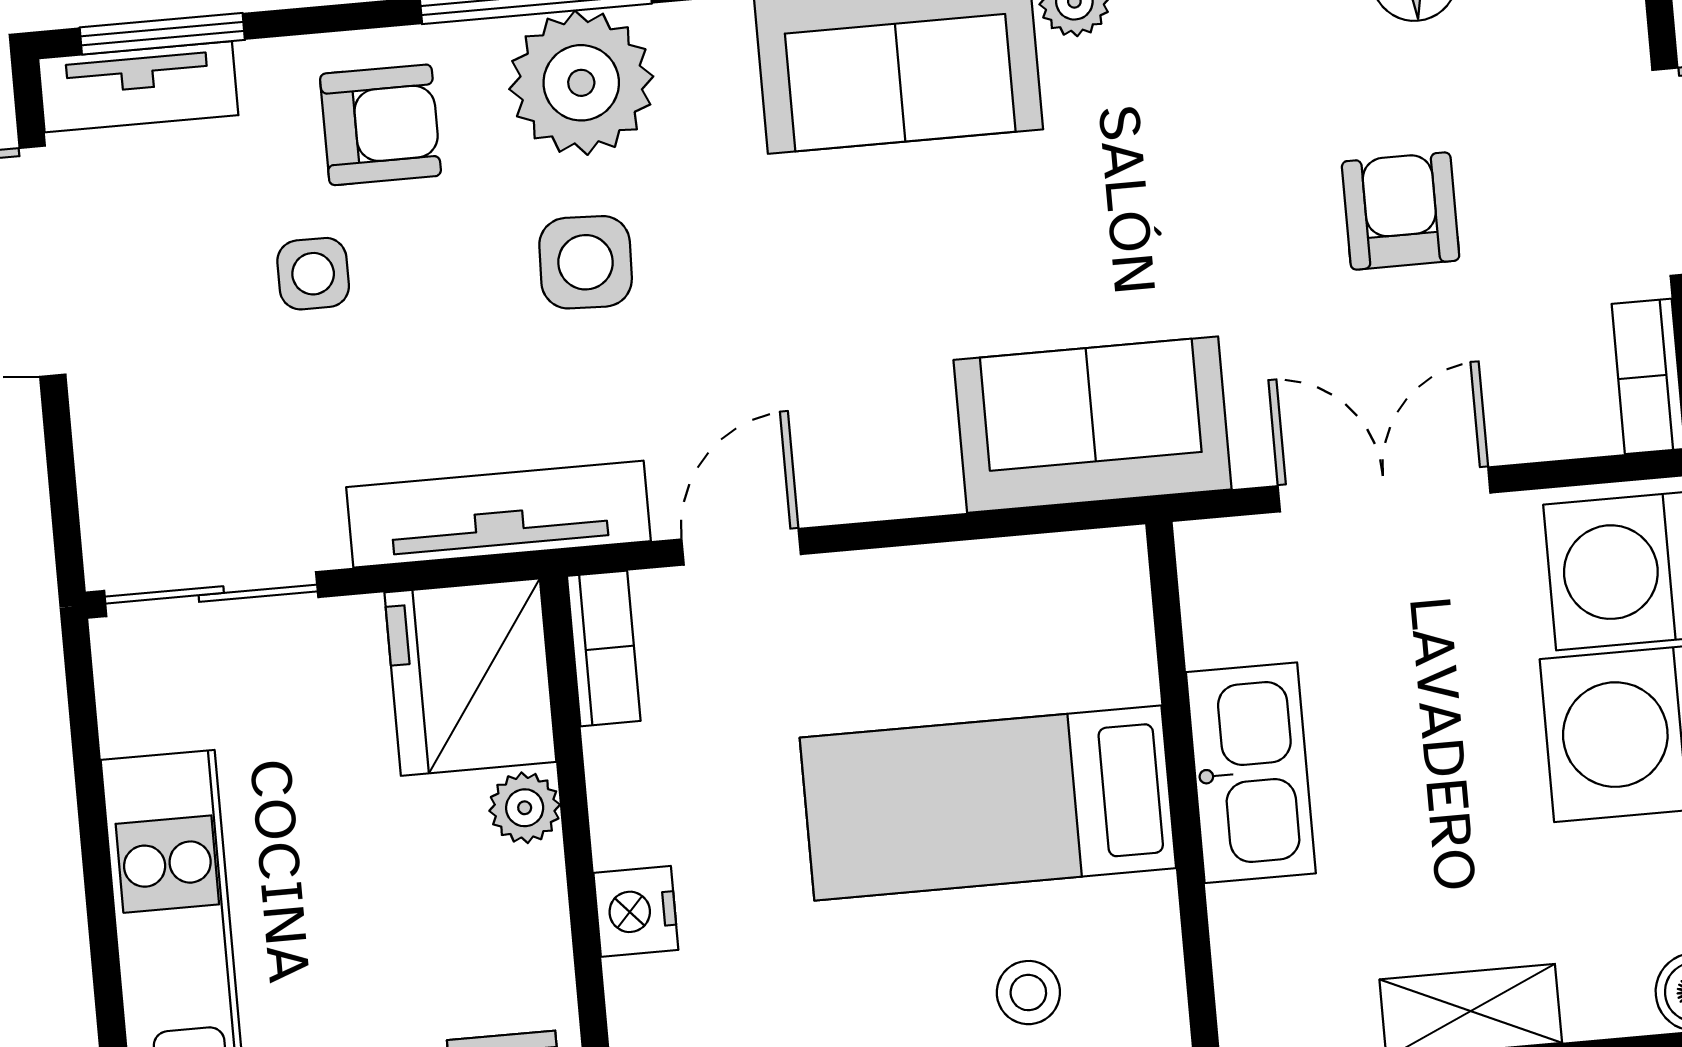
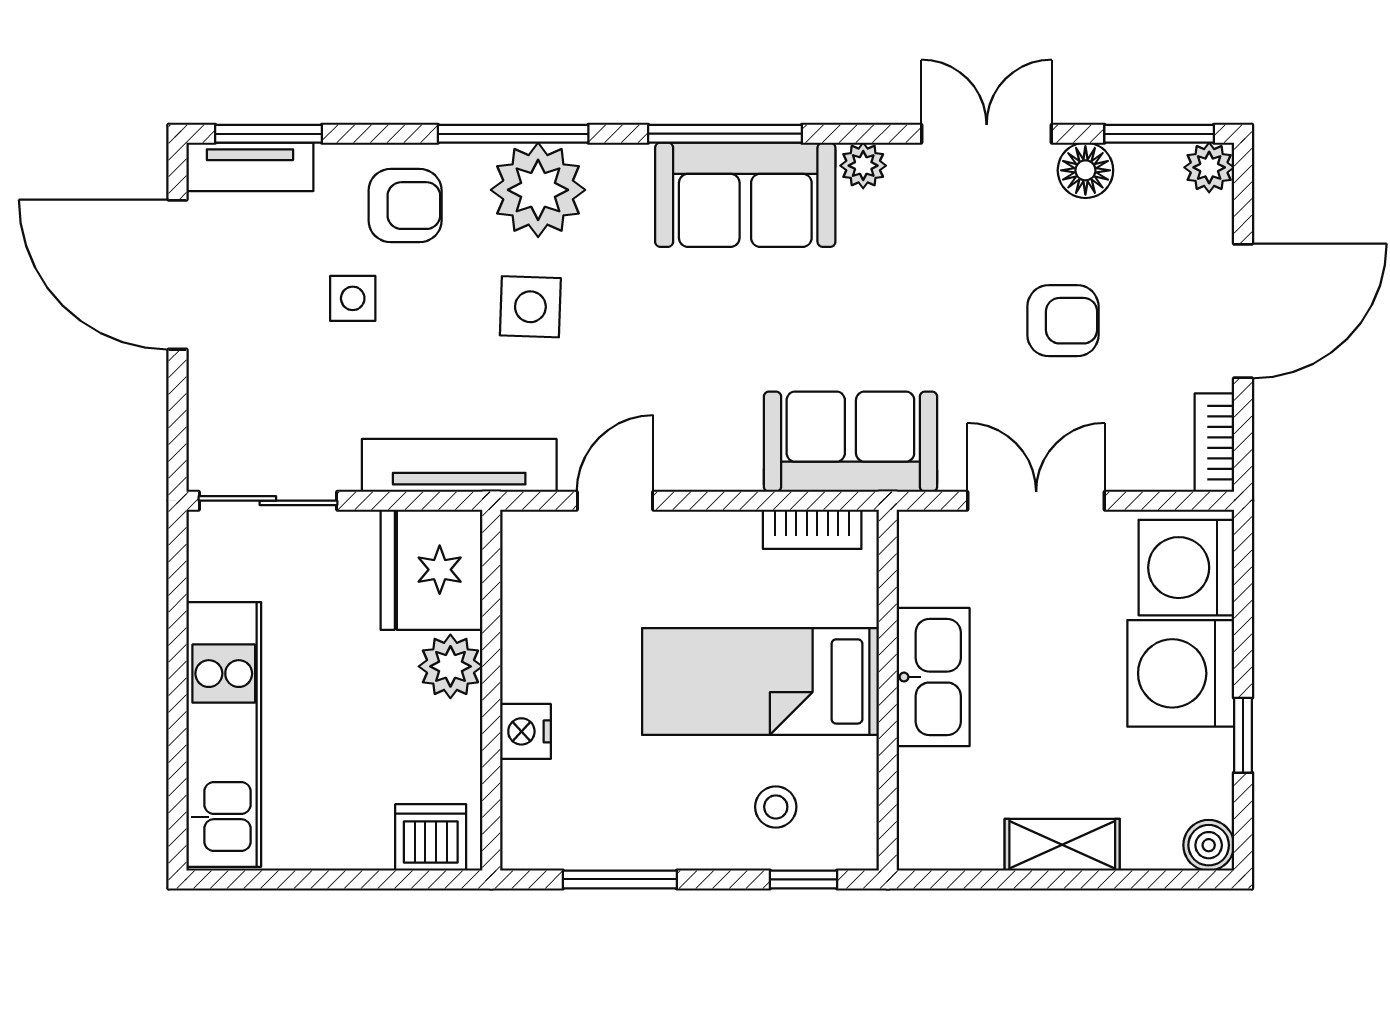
armchair: (1401, 211) -> (1063, 321), turned 90
bookcase: (604, 648) -> (812, 529), moved, turned 90
plant: (525, 808) -> (450, 666), width x1.38, depth x1.38

